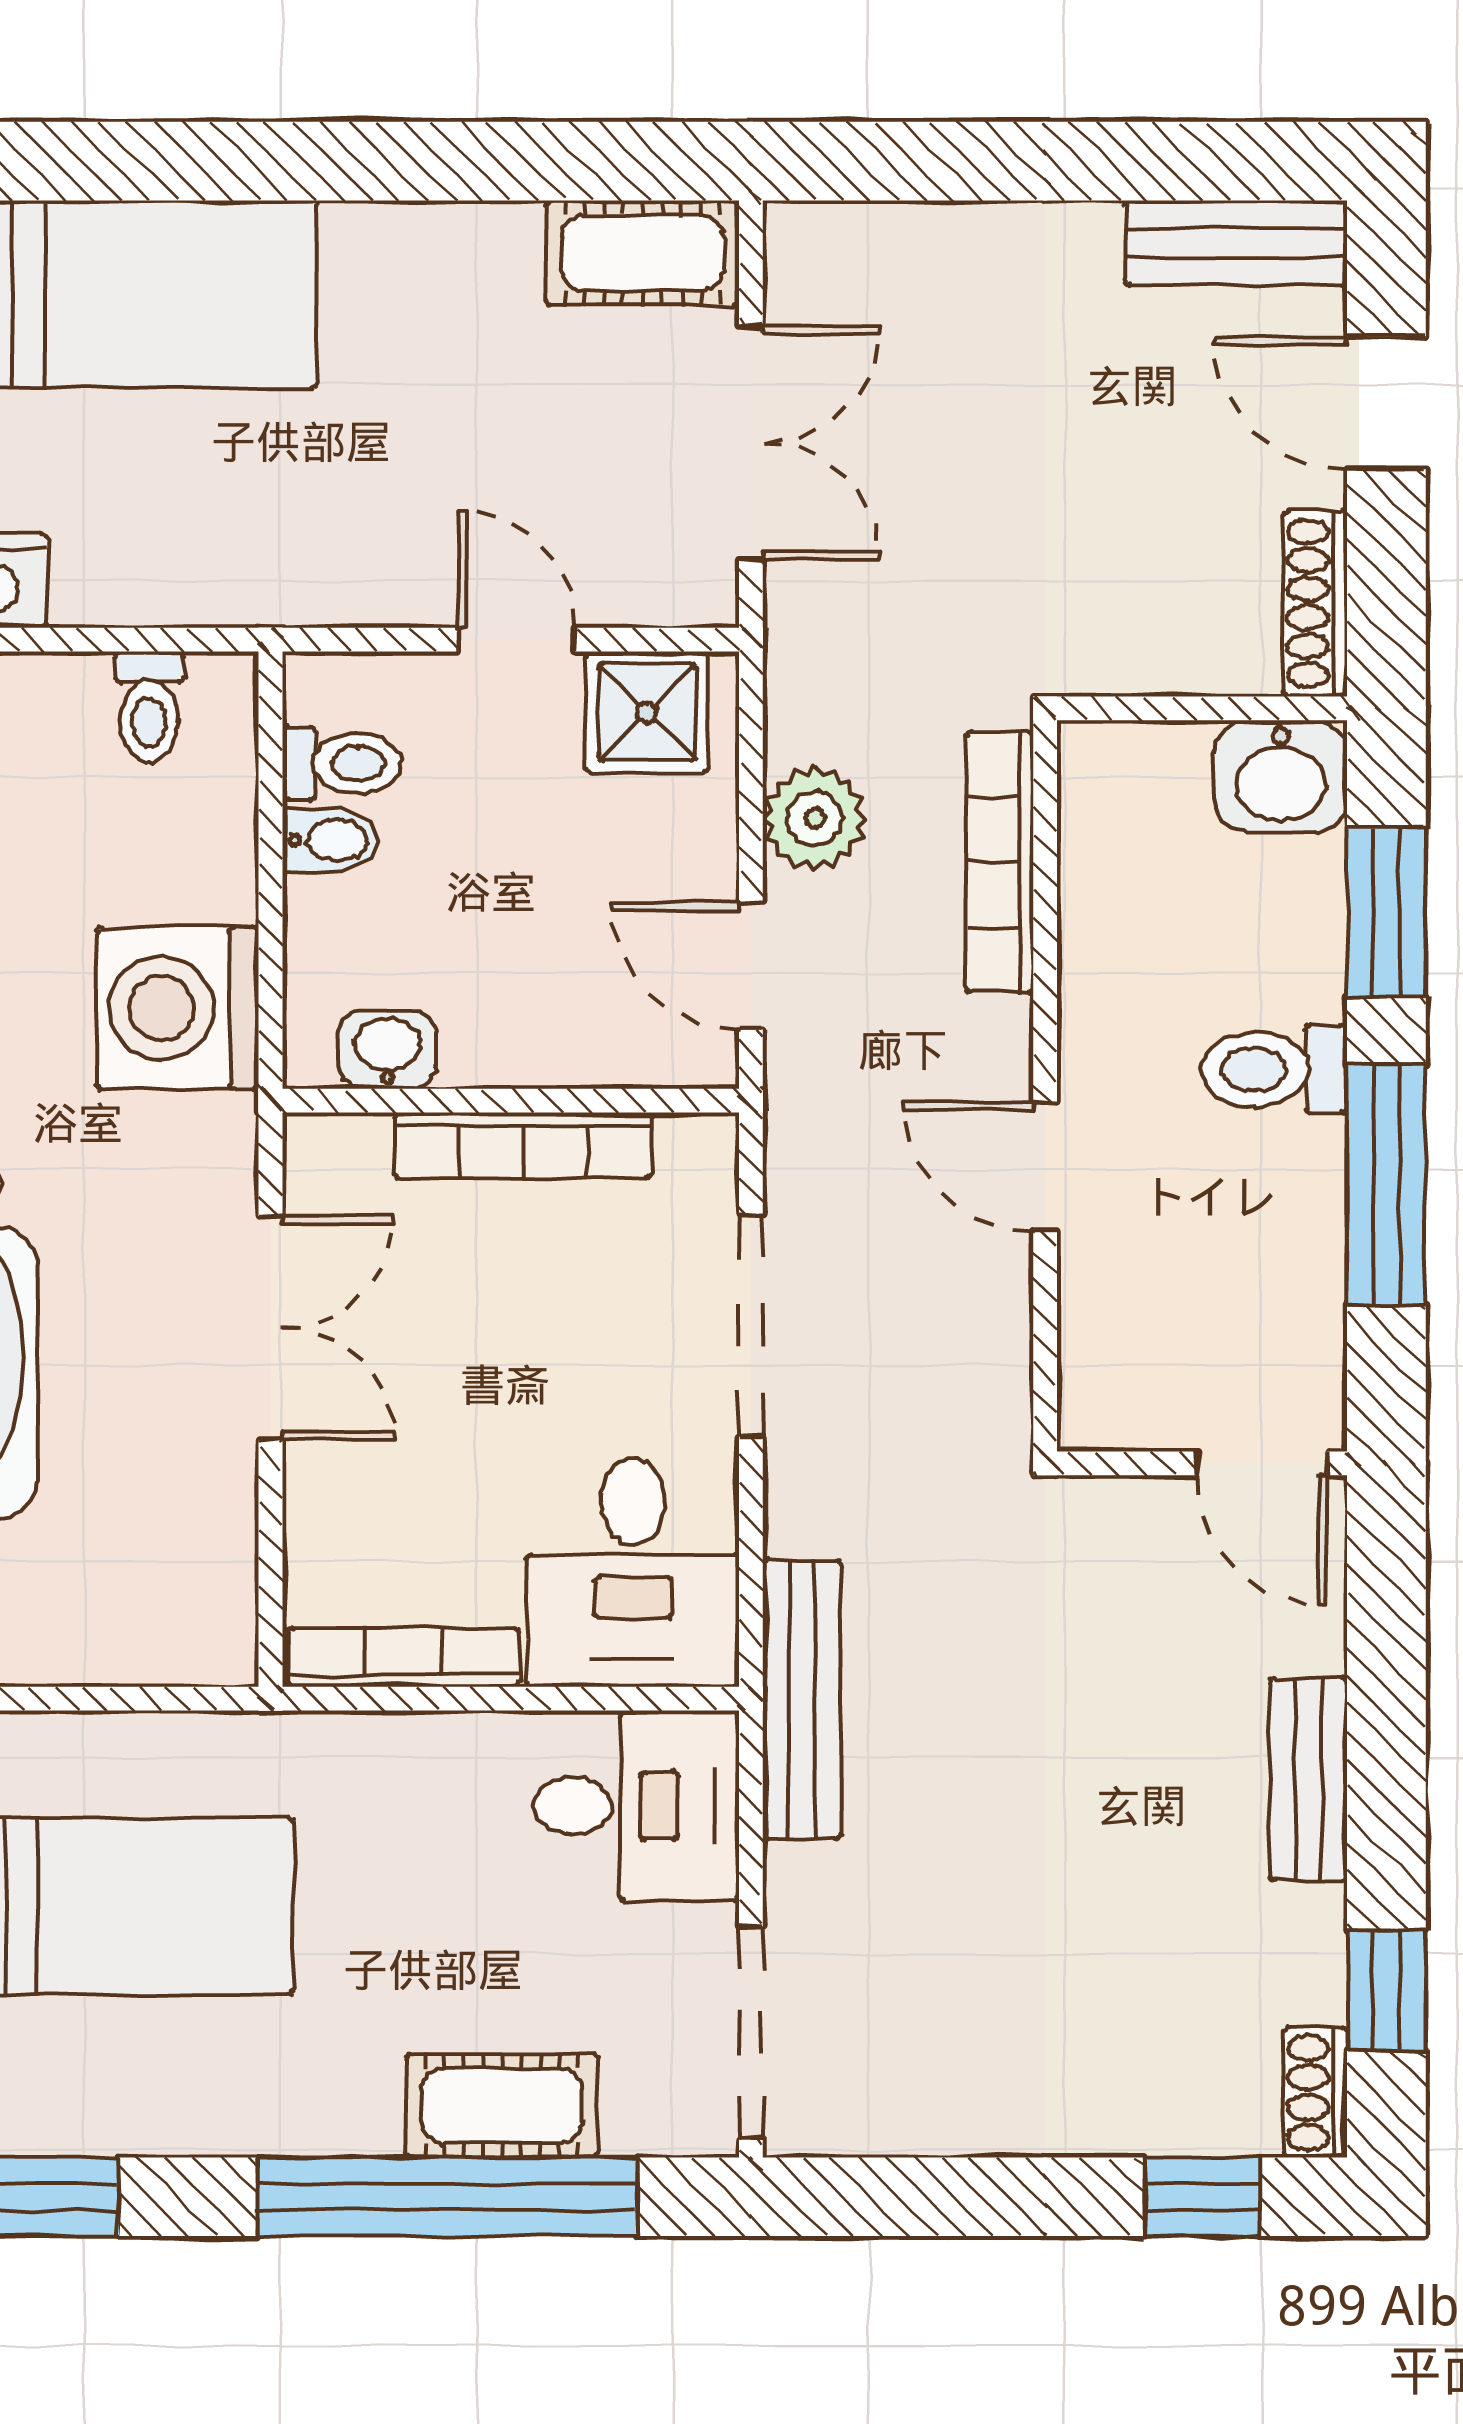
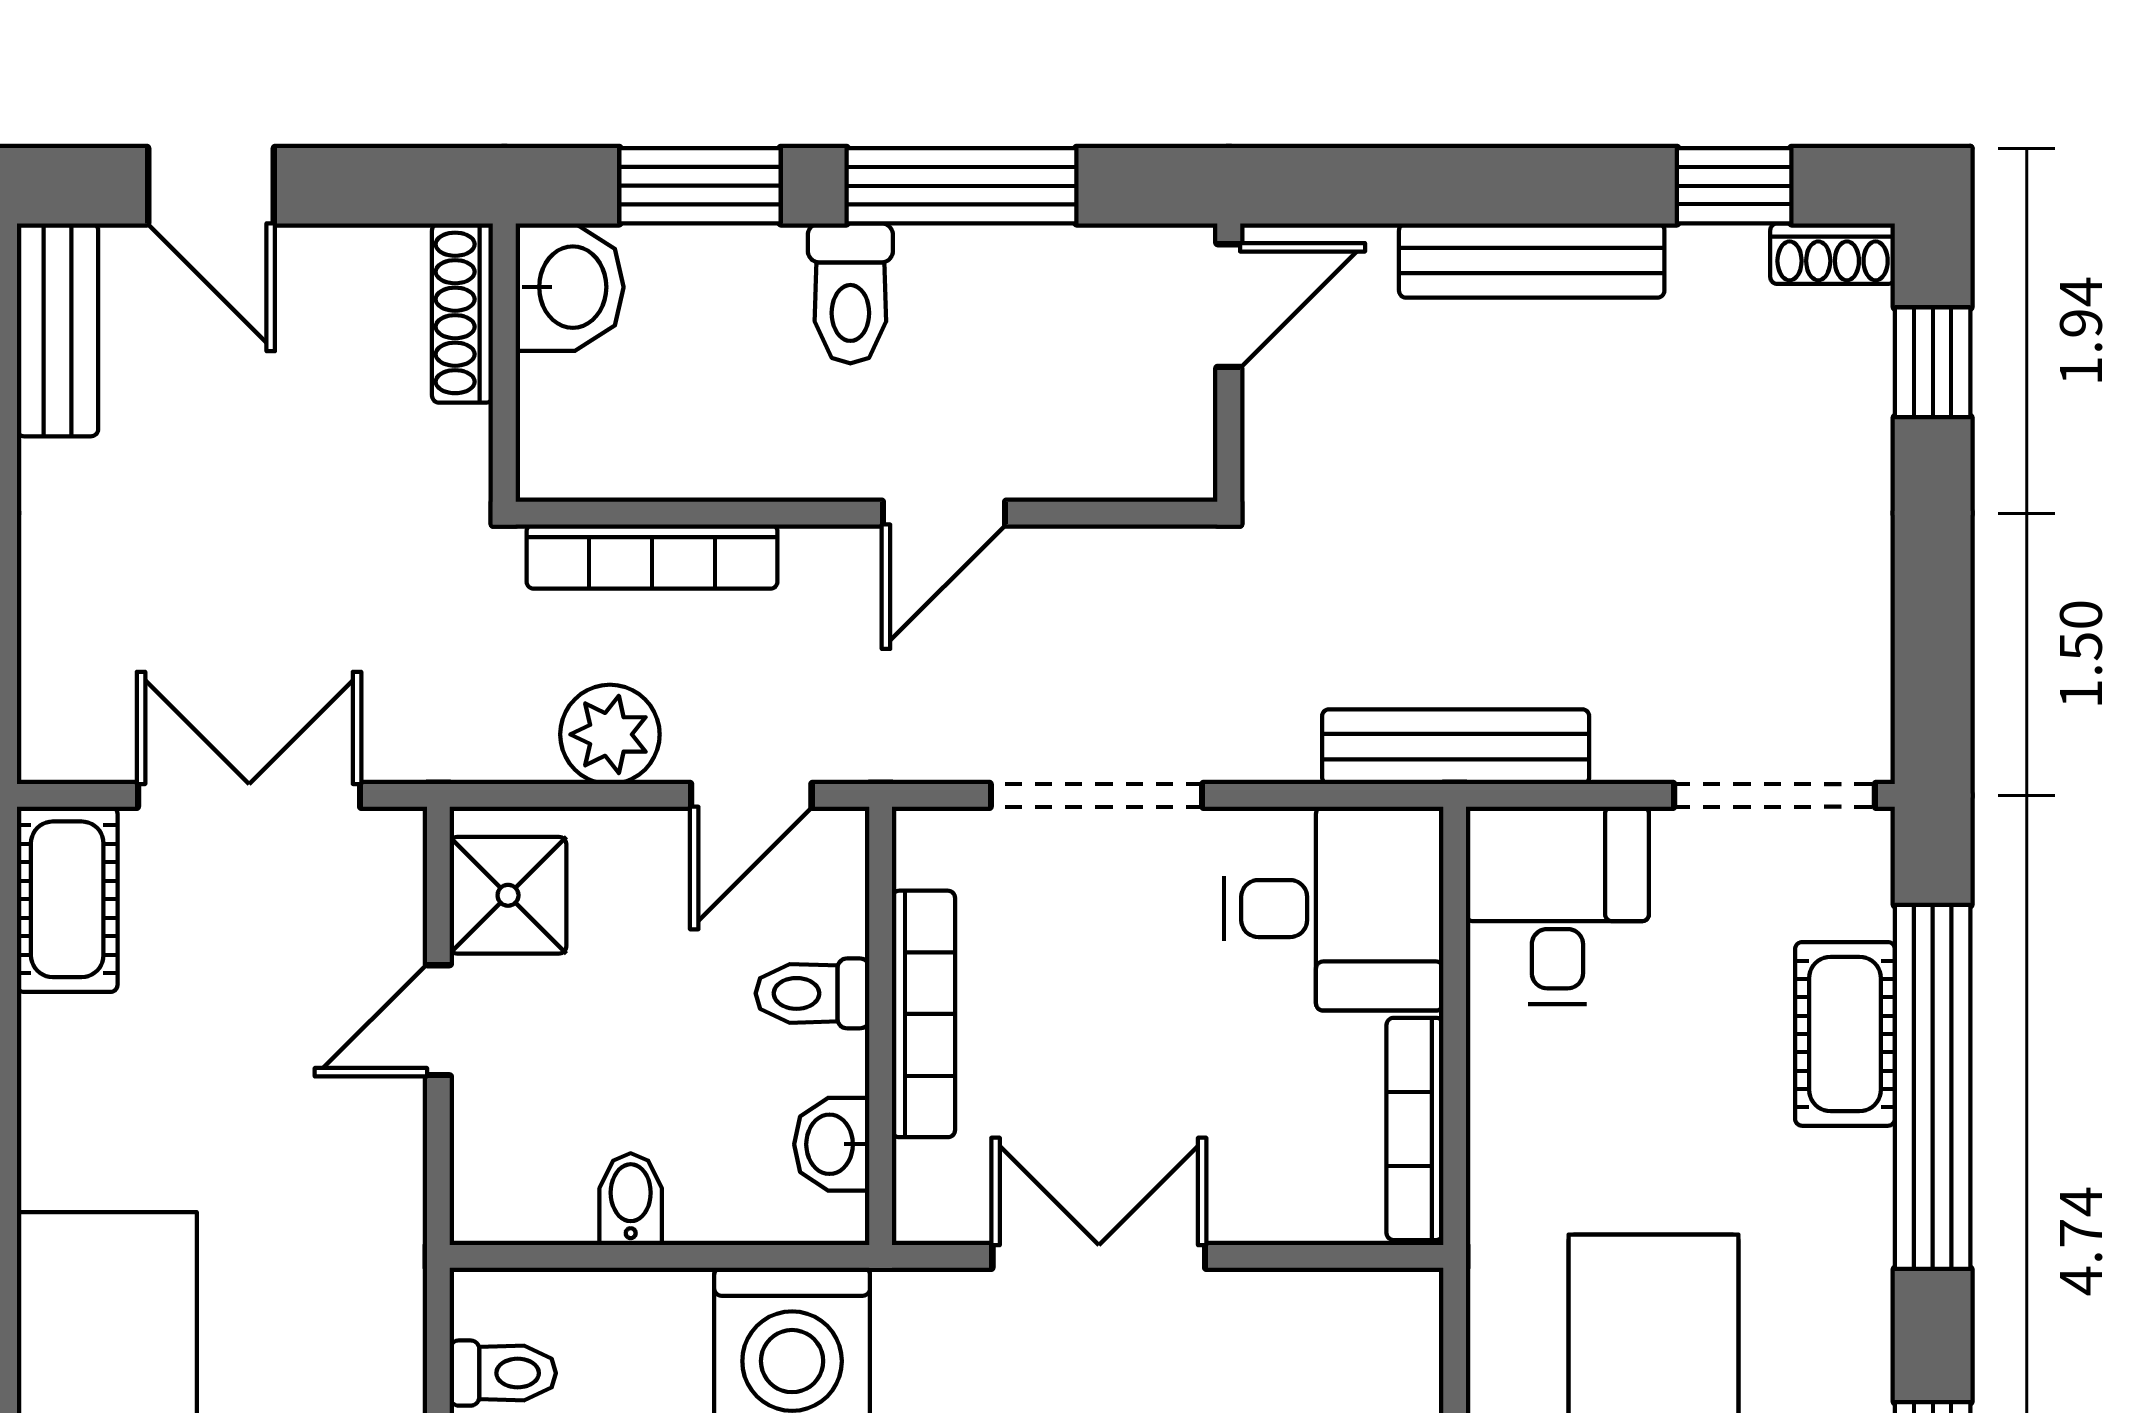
door: (1386, 403) -> (211, 186), hinge flipped
shoe rack: (1315, 603) -> (462, 313), moved, turned 90
toilet: (342, 763) -> (812, 993), moved, turned -90
bench: (1308, 1779) -> (1532, 260), width x1.36

